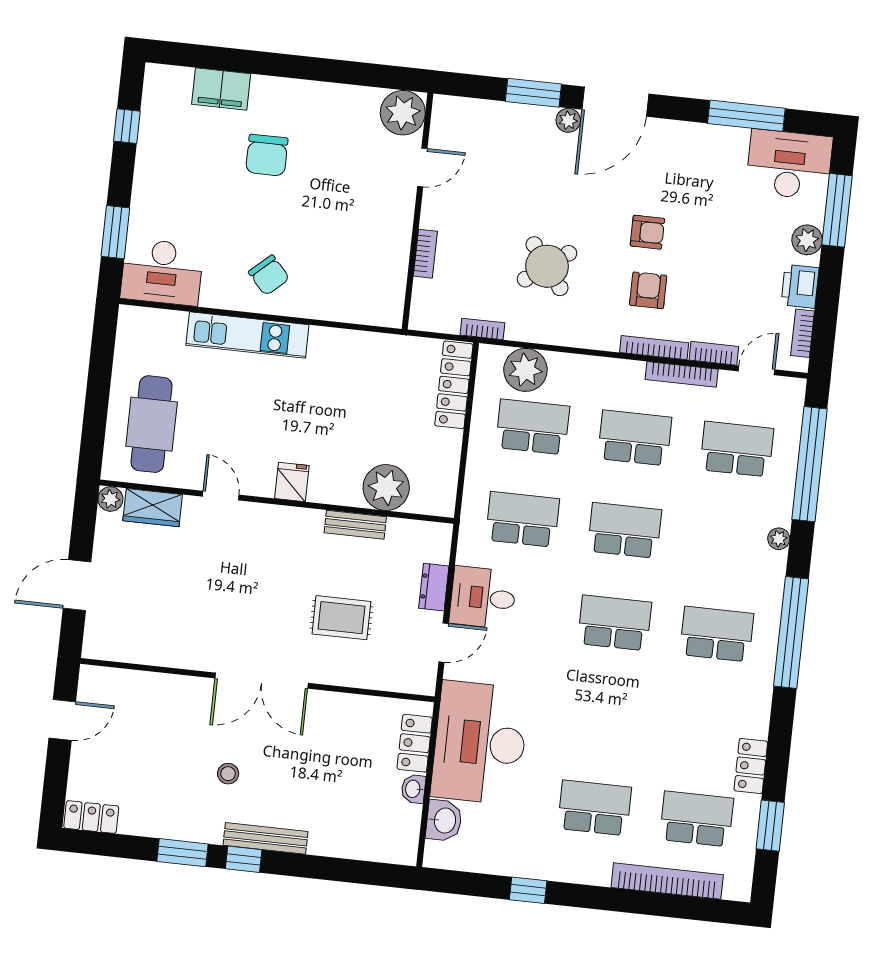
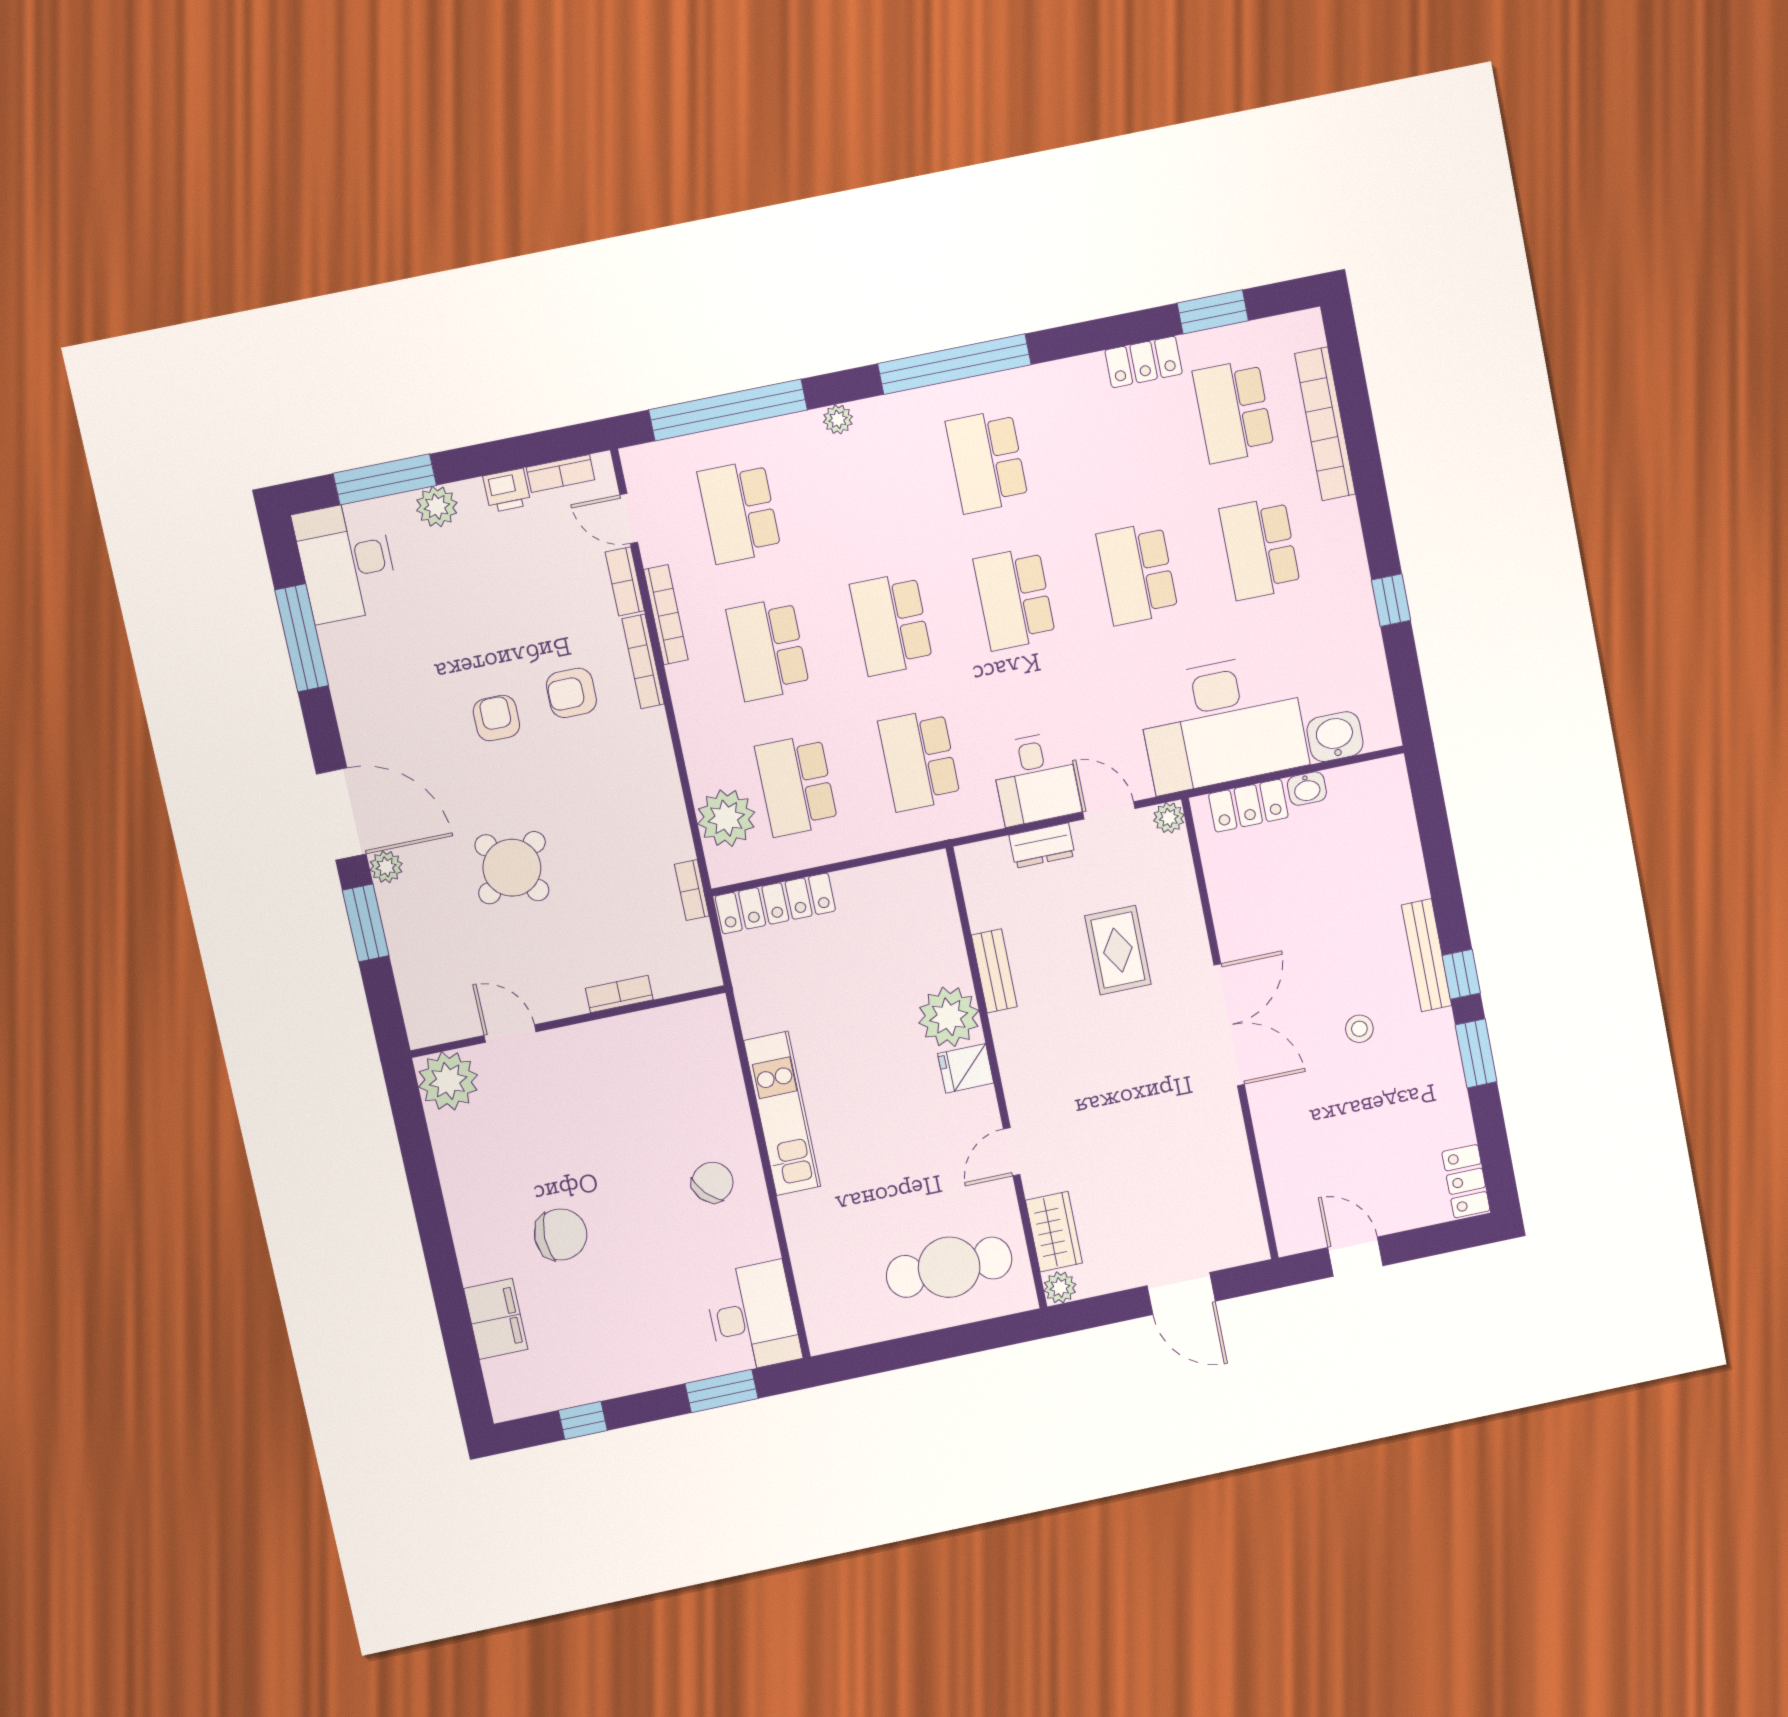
round table: (547, 266) -> (512, 868), moved
printer: (800, 286) -> (507, 490), width x0.73, depth x0.81
kitchen unit: (247, 335) -> (782, 1114), moved
plant: (386, 488) -> (949, 1017), moved
plant: (424, 684) -> (1169, 818), added
school desk: (605, 715) -> (1137, 574), added

